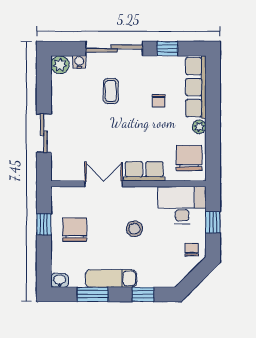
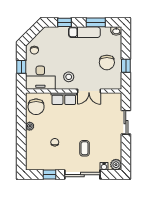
row of seats: (196, 87) -> (32, 151), removed
stool: (134, 229) -> (69, 77), moved

